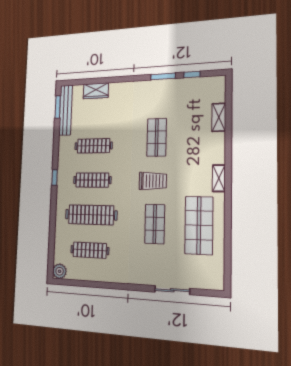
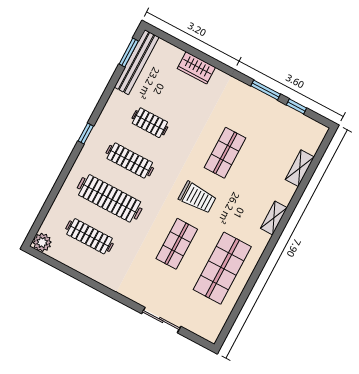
wardrobe: (96, 91) -> (196, 68), moved
clothes rail: (93, 146) -> (150, 123), width x0.73
shelving: (219, 178) -> (274, 218), moved

